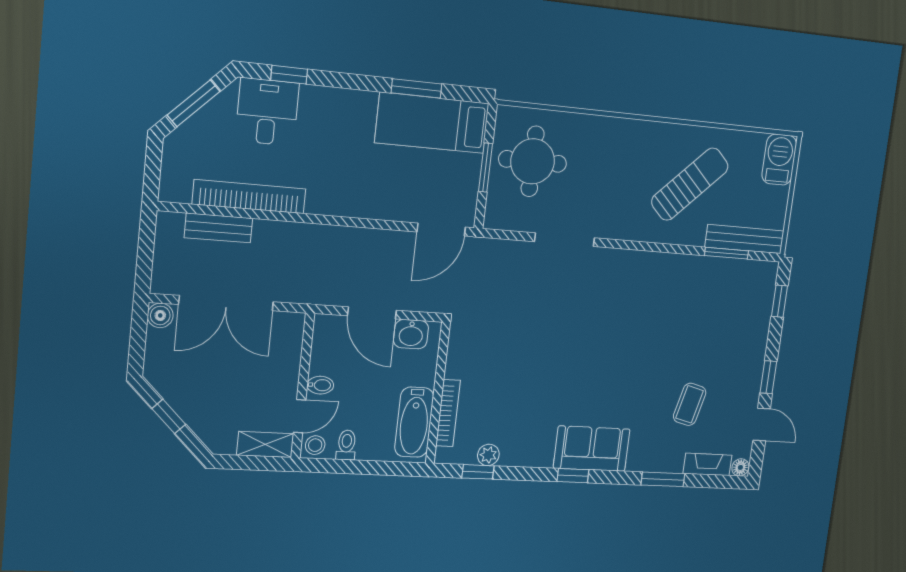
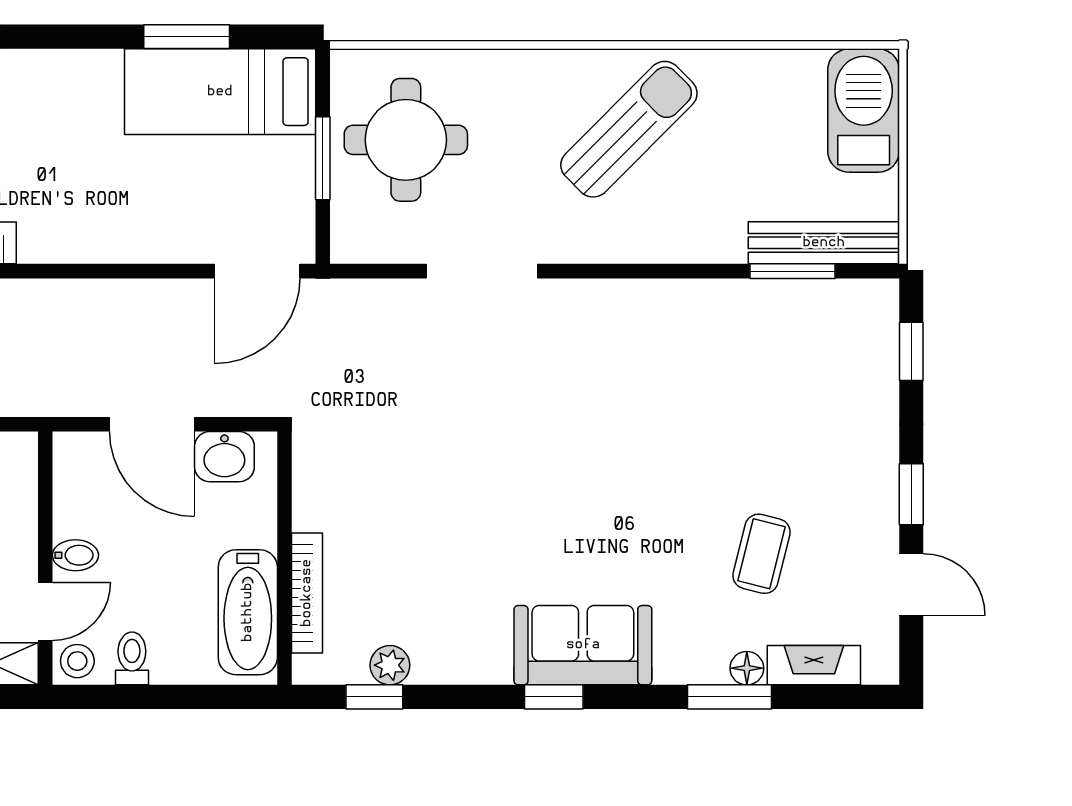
barbecue: (779, 160) -> (864, 111), width x1.37, depth x1.21
sun lounger: (690, 184) -> (629, 129), moved
floor lamp: (740, 467) -> (747, 668), moved

